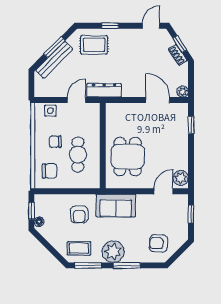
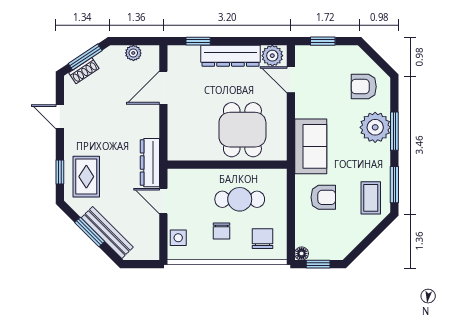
window: (110, 26) -> (60, 172), moved
door: (151, 26) -> (60, 117), moved
window: (180, 44) -> (85, 57), width x1.50
shoe rack: (178, 55) -> (84, 71), moved
plant: (183, 91) -> (133, 53), moved
dresser: (181, 148) -> (230, 56), added
dining table: (128, 157) -> (242, 130), turned 90
floor lamp: (39, 222) -> (302, 254), moved
armchair: (159, 243) -> (364, 87), turned 87
plant: (113, 252) -> (375, 127), moved

